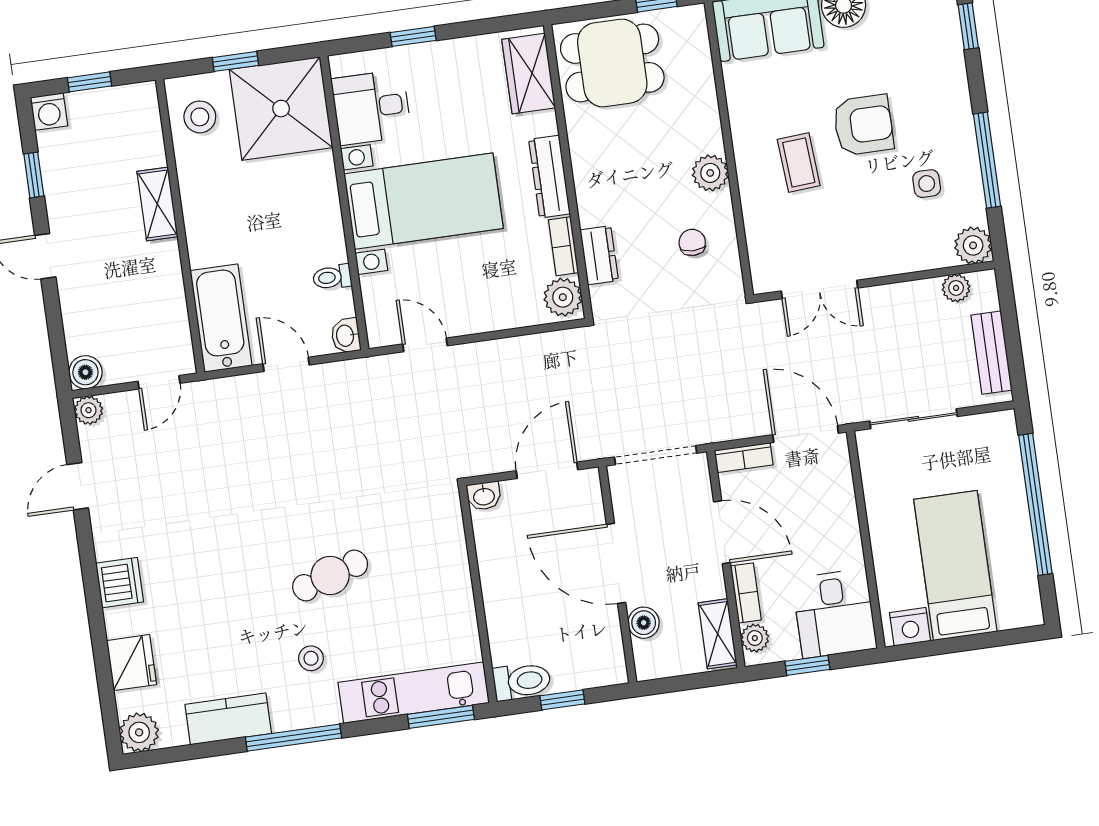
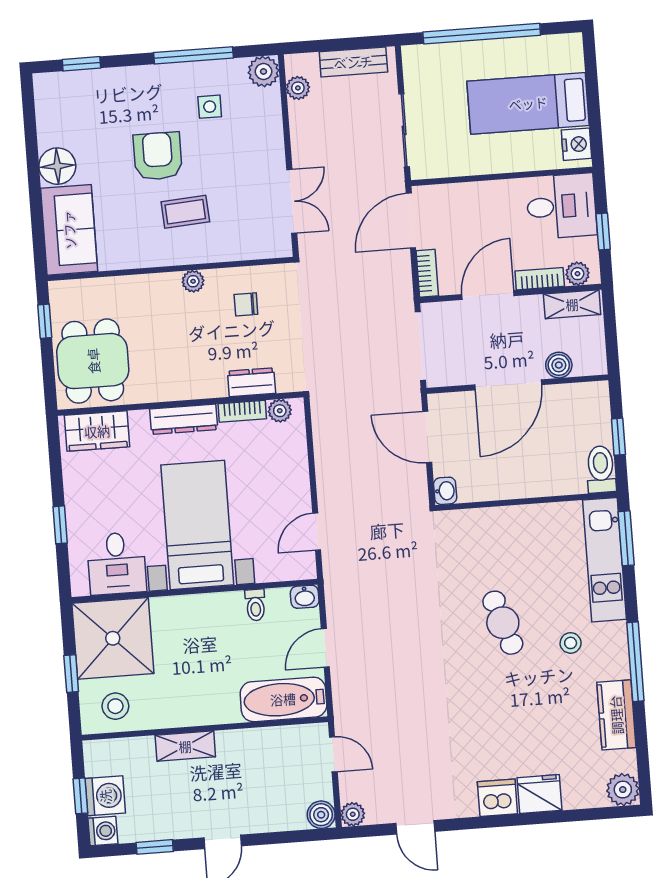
washing machine: (92, 112) -> (105, 796), added
plant: (710, 173) -> (193, 281), width x0.73, depth x0.73
plant: (563, 297) -> (280, 411), width x0.73, depth x0.73
fridge: (131, 663) -> (539, 794), moved

